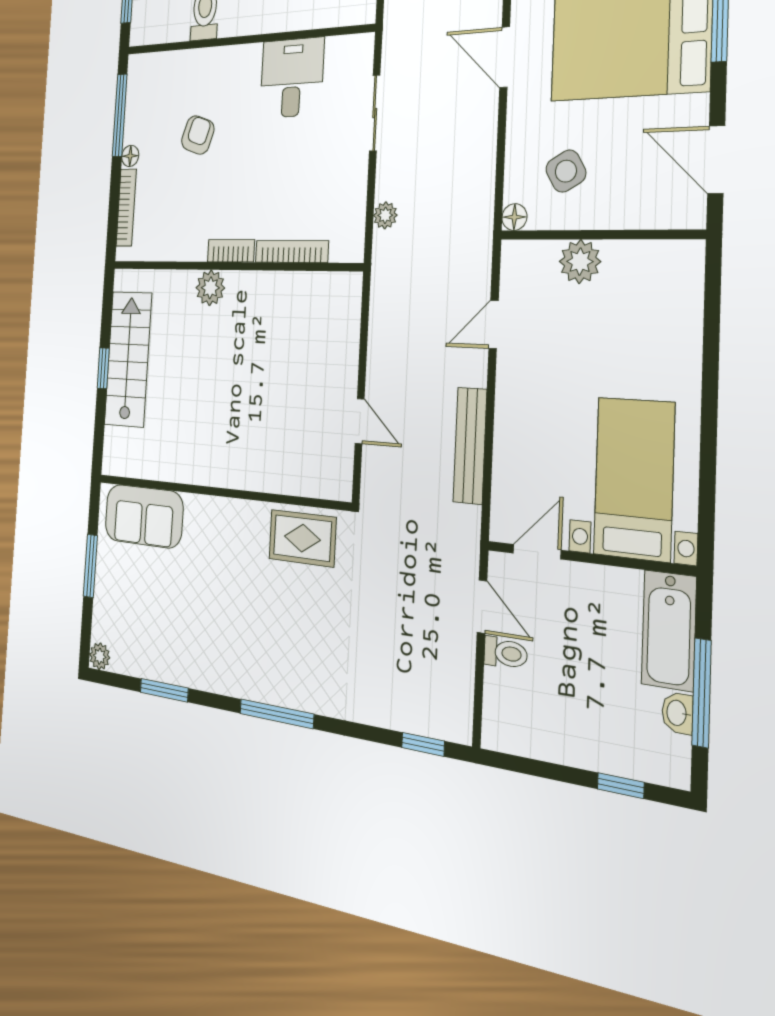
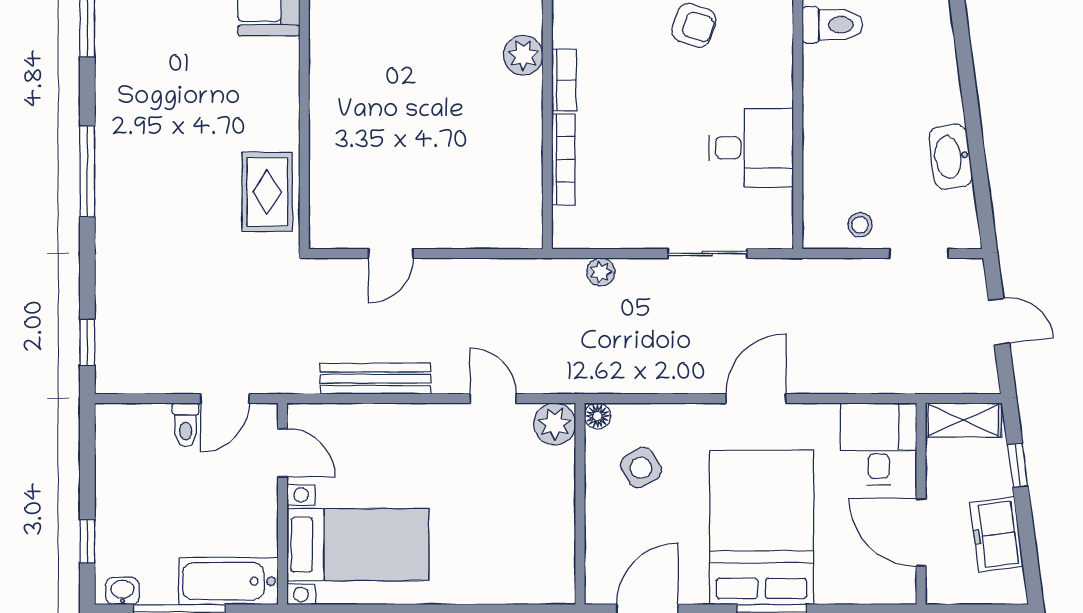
plant: (580, 262) -> (555, 424), moved
washbasin: (677, 713) -> (122, 591), moved

